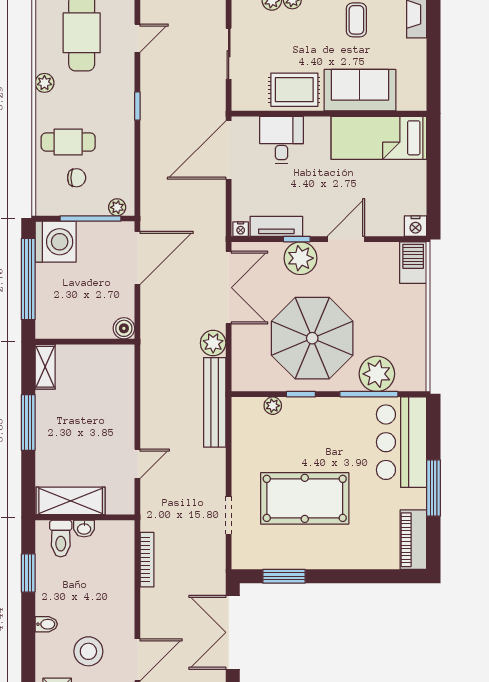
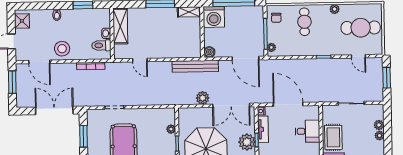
door: (229, 150) -> (288, 104), moved
chair: (77, 178) -> (276, 18), moved
washing machine: (56, 242) -> (214, 17), moved
bench: (215, 402) -> (195, 66), moved
toilet: (61, 539) -> (101, 45), moved
stool: (88, 651) -> (62, 49), moved

